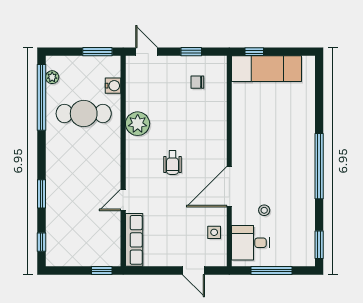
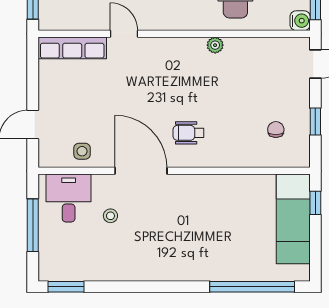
water cooler: (113, 86) -> (300, 21), moved, turned -90
plant: (138, 124) -> (215, 45), width x0.53, depth x0.53
wheelchair: (173, 163) -> (189, 133), moved
window: (319, 166) -> (252, 287), moved

